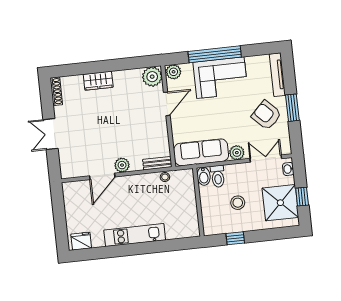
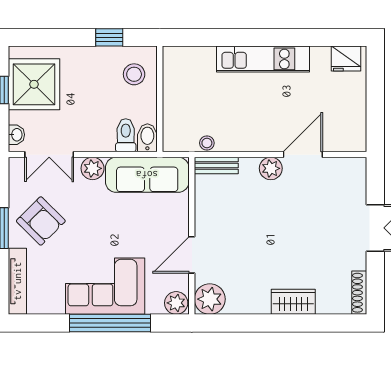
stool: (238, 203) -> (134, 74), moved

